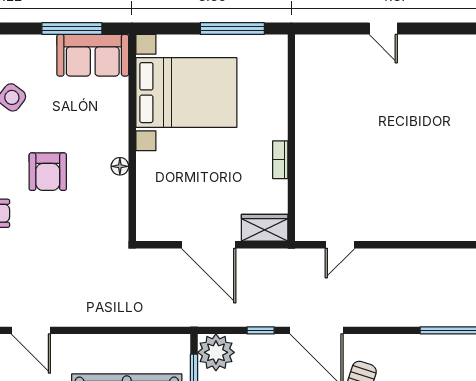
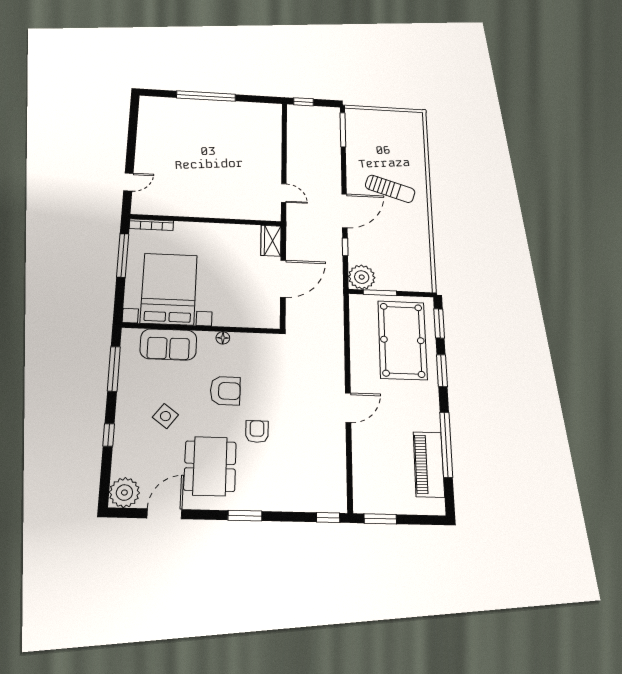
door: (383, 29) -> (128, 182), moved
sofa: (93, 55) -> (168, 344), moved, turned 90
bookcase: (280, 160) -> (151, 225), moved, width x1.56

